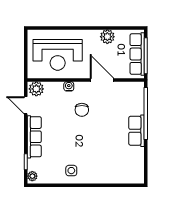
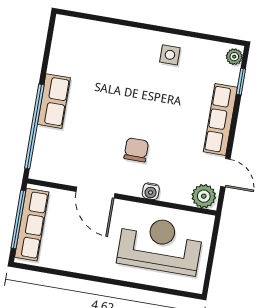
plant: (107, 37) -> (75, 261), removed

